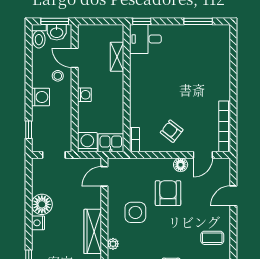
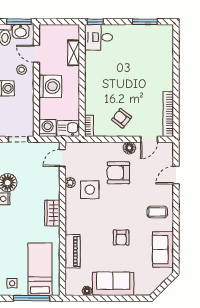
washing machine: (84, 95) -> (50, 86), width x1.89, depth x1.89
armchair: (168, 193) -> (118, 173), turned -90
wardrobe: (93, 231) -> (52, 213), width x0.67
plant: (113, 244) -> (70, 183), moved

